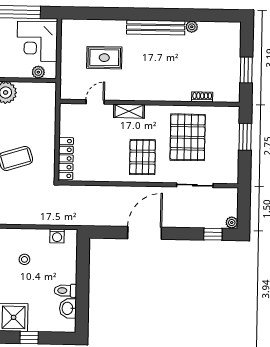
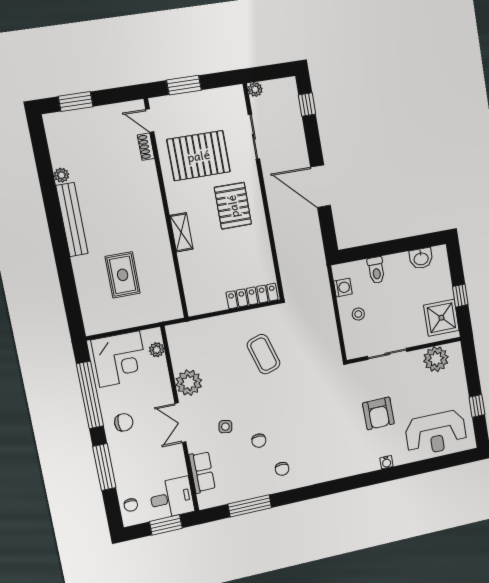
window: (246, 70) -> (76, 101), moved
door: (95, 102) -> (150, 121), moved
pallet: (142, 157) -> (233, 206), turned 90
plant: (232, 223) -> (255, 89), moved
stool: (24, 259) -> (358, 314), moved
toilet: (65, 291) -> (376, 270), moved

